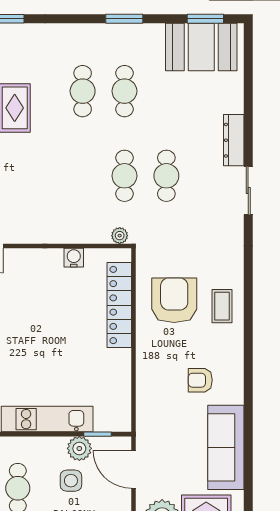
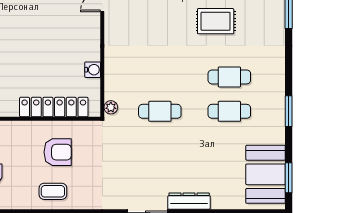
cafe table: (166, 176) -> (160, 146), removed
armchair: (174, 300) -> (58, 152), width x0.73, depth x0.73

